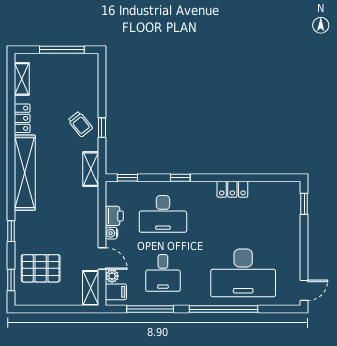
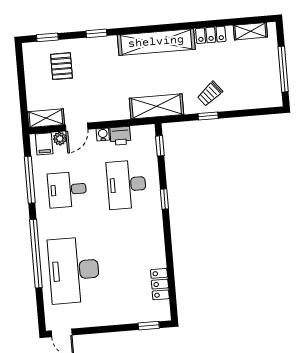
shelving: (91, 169) -> (157, 106), width x1.50, depth x1.33
locker: (232, 189) -> (160, 284), moved
pallet: (41, 268) -> (61, 66), width x0.67, depth x0.71

